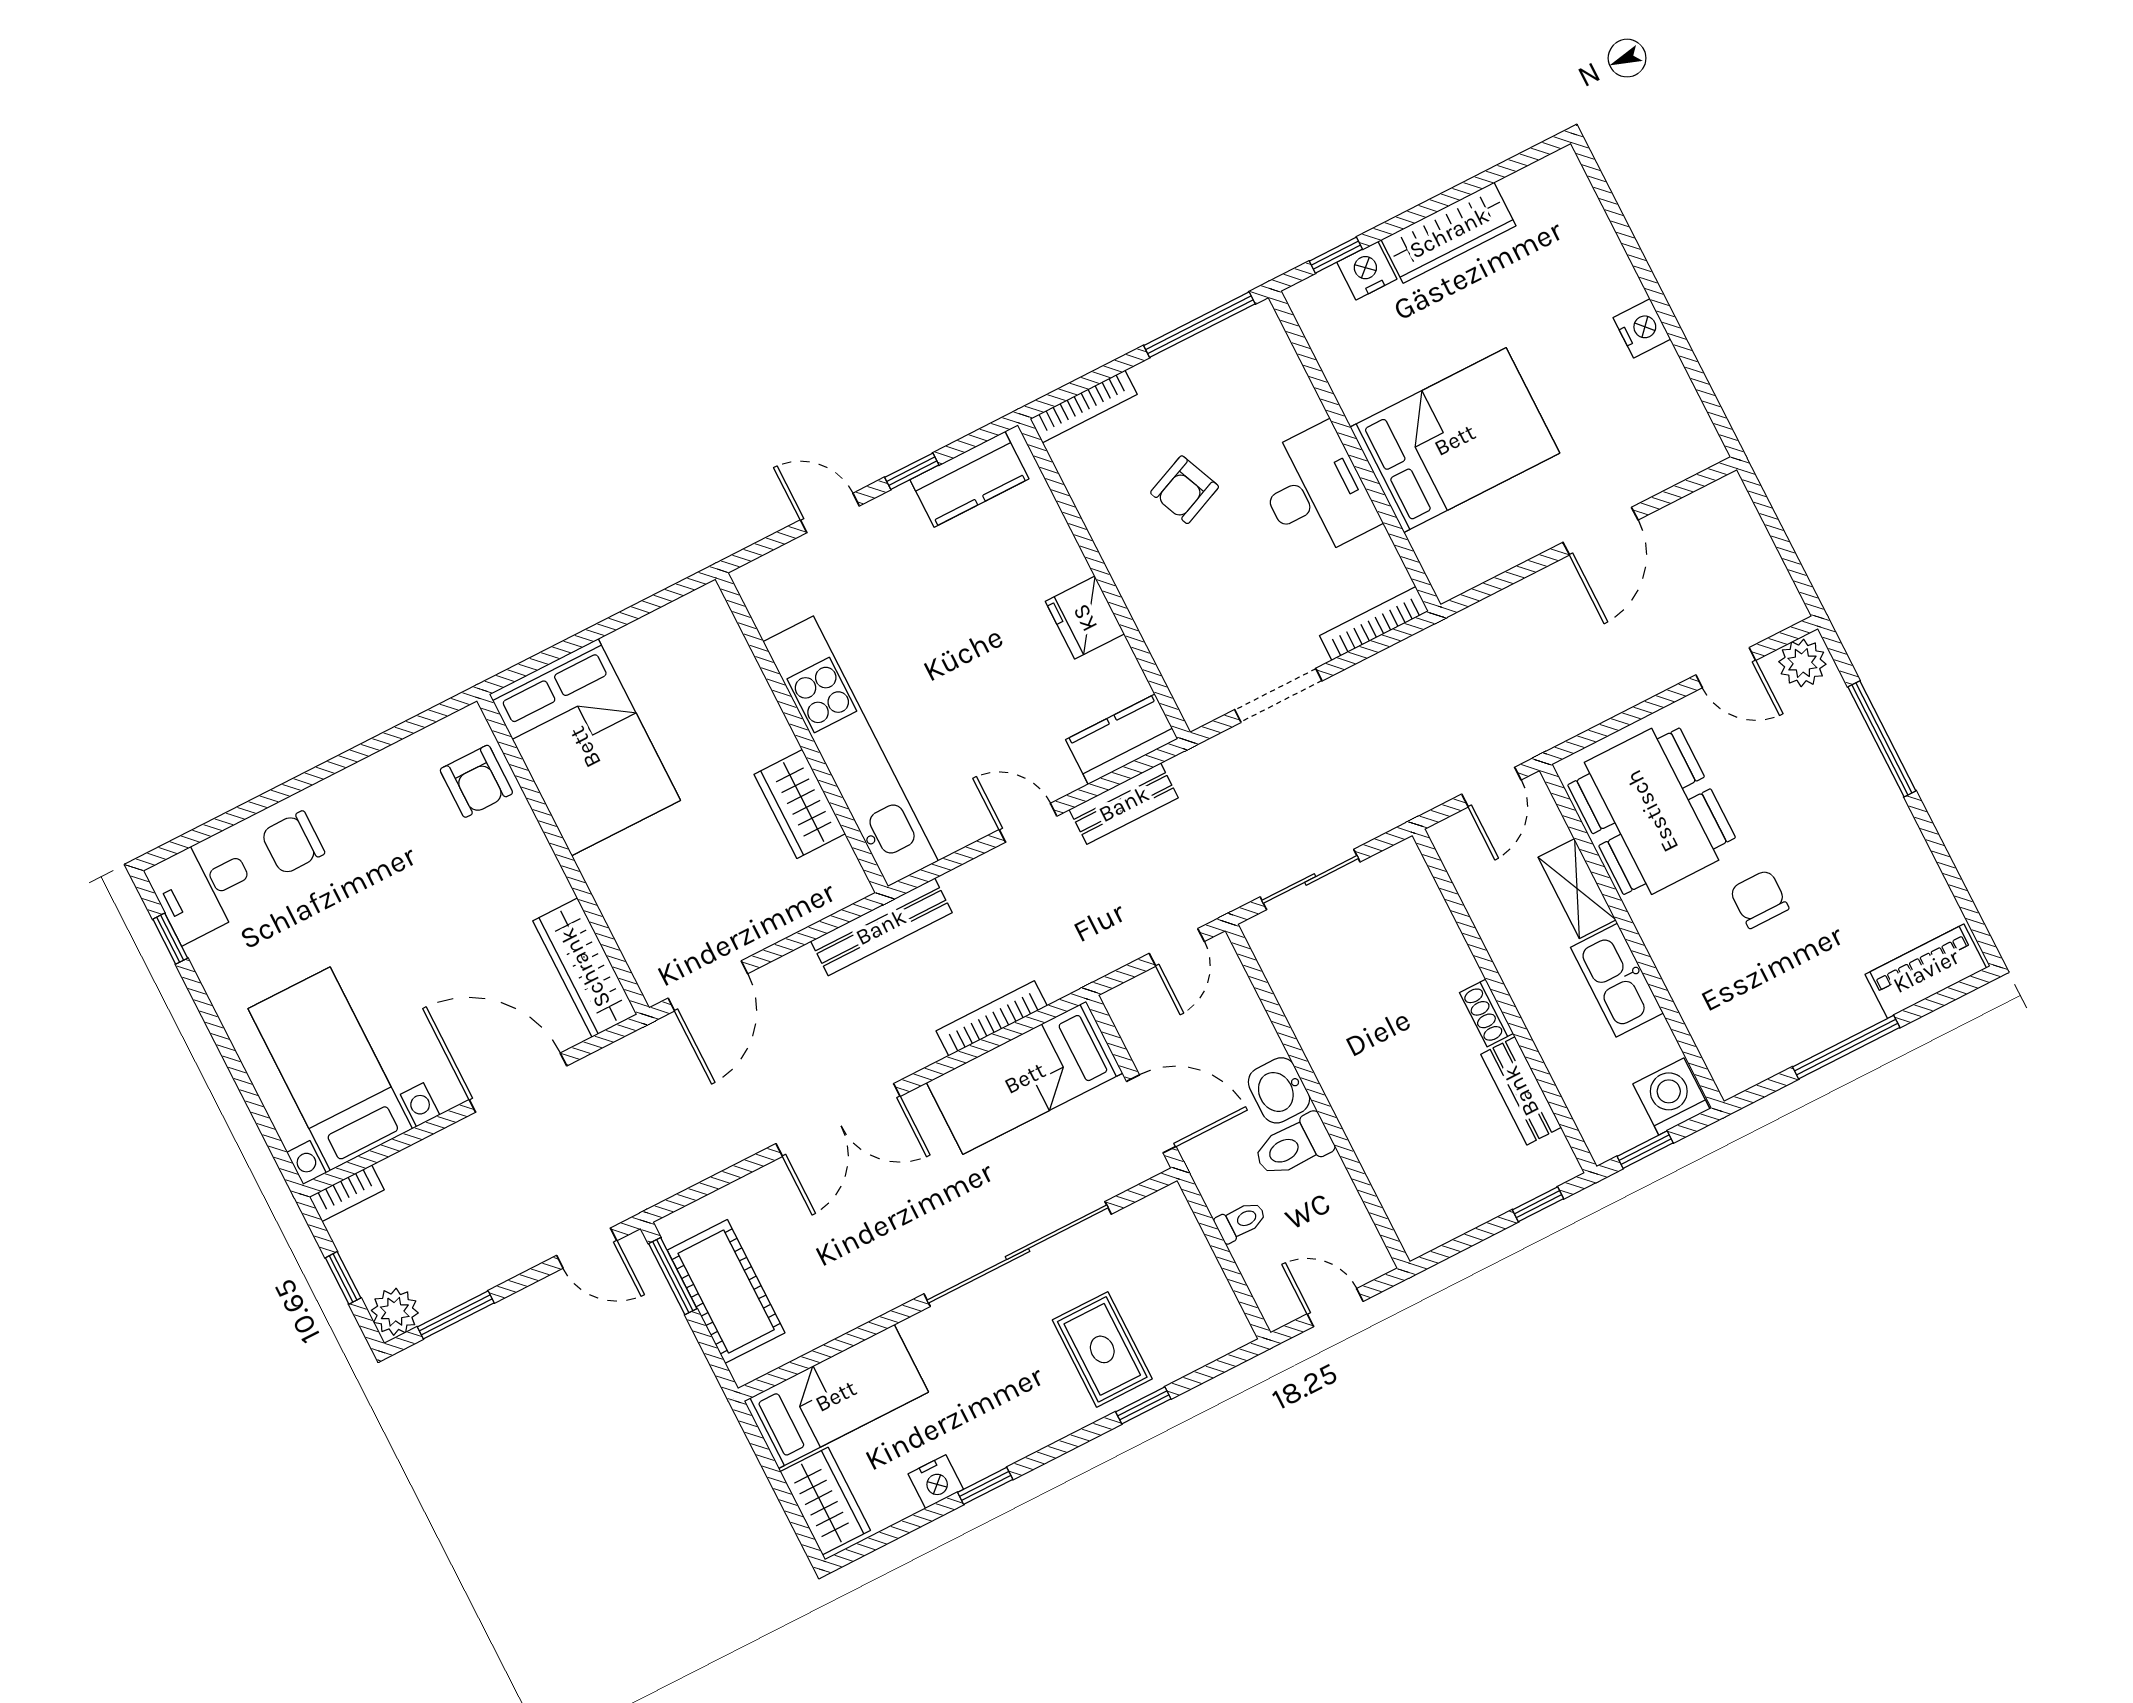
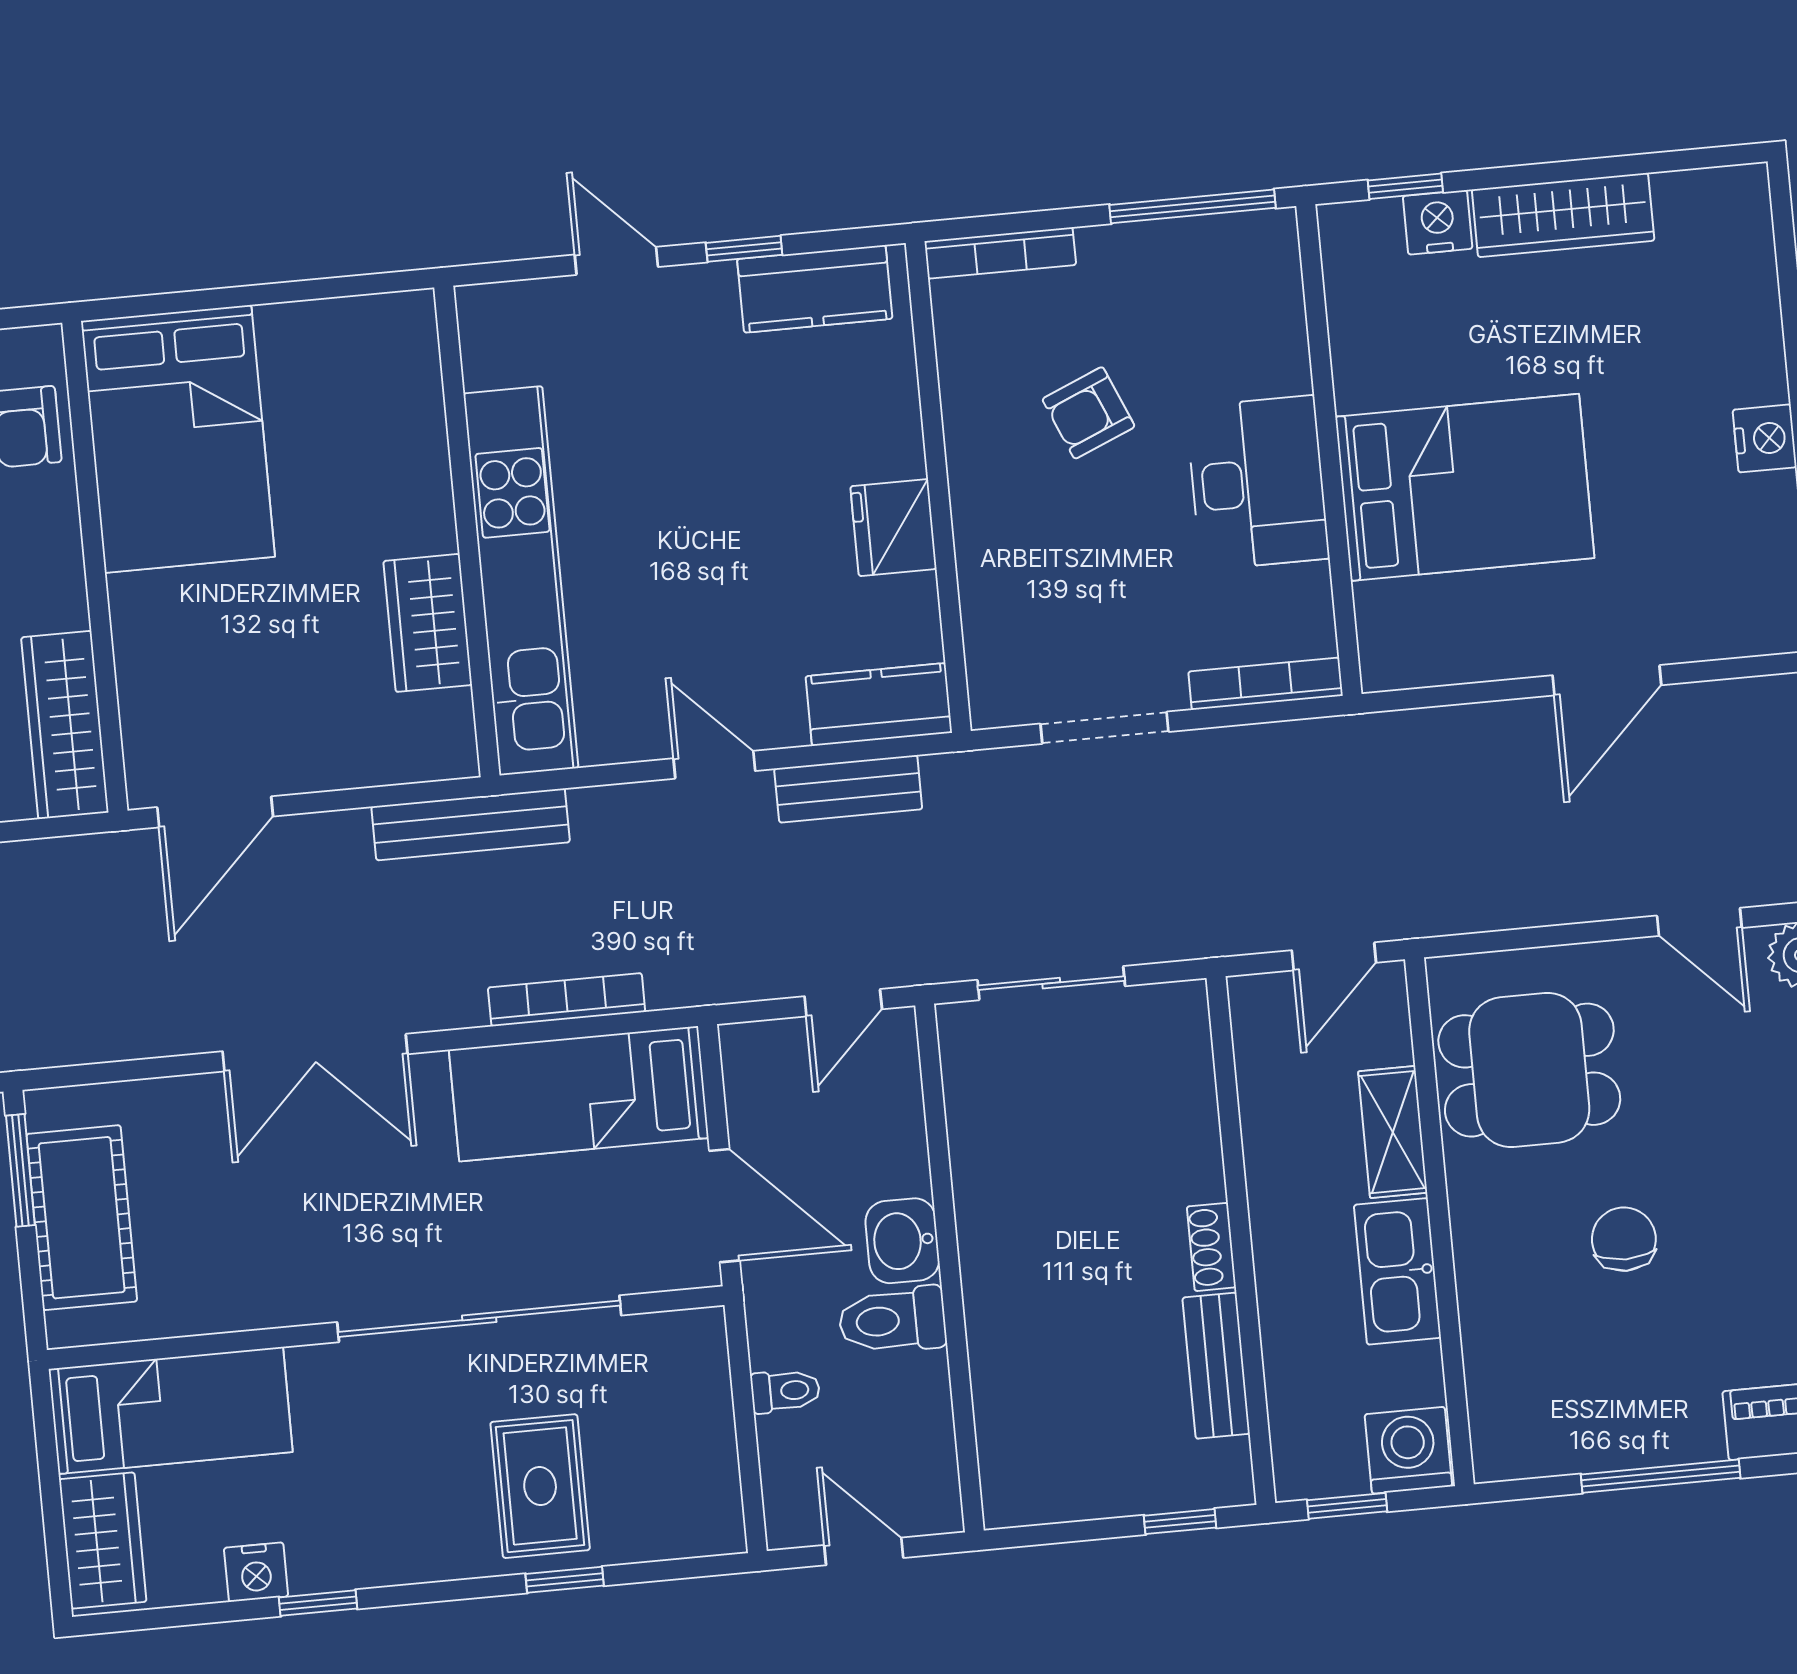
dining table: (1652, 811) -> (1529, 1070), width x0.73

